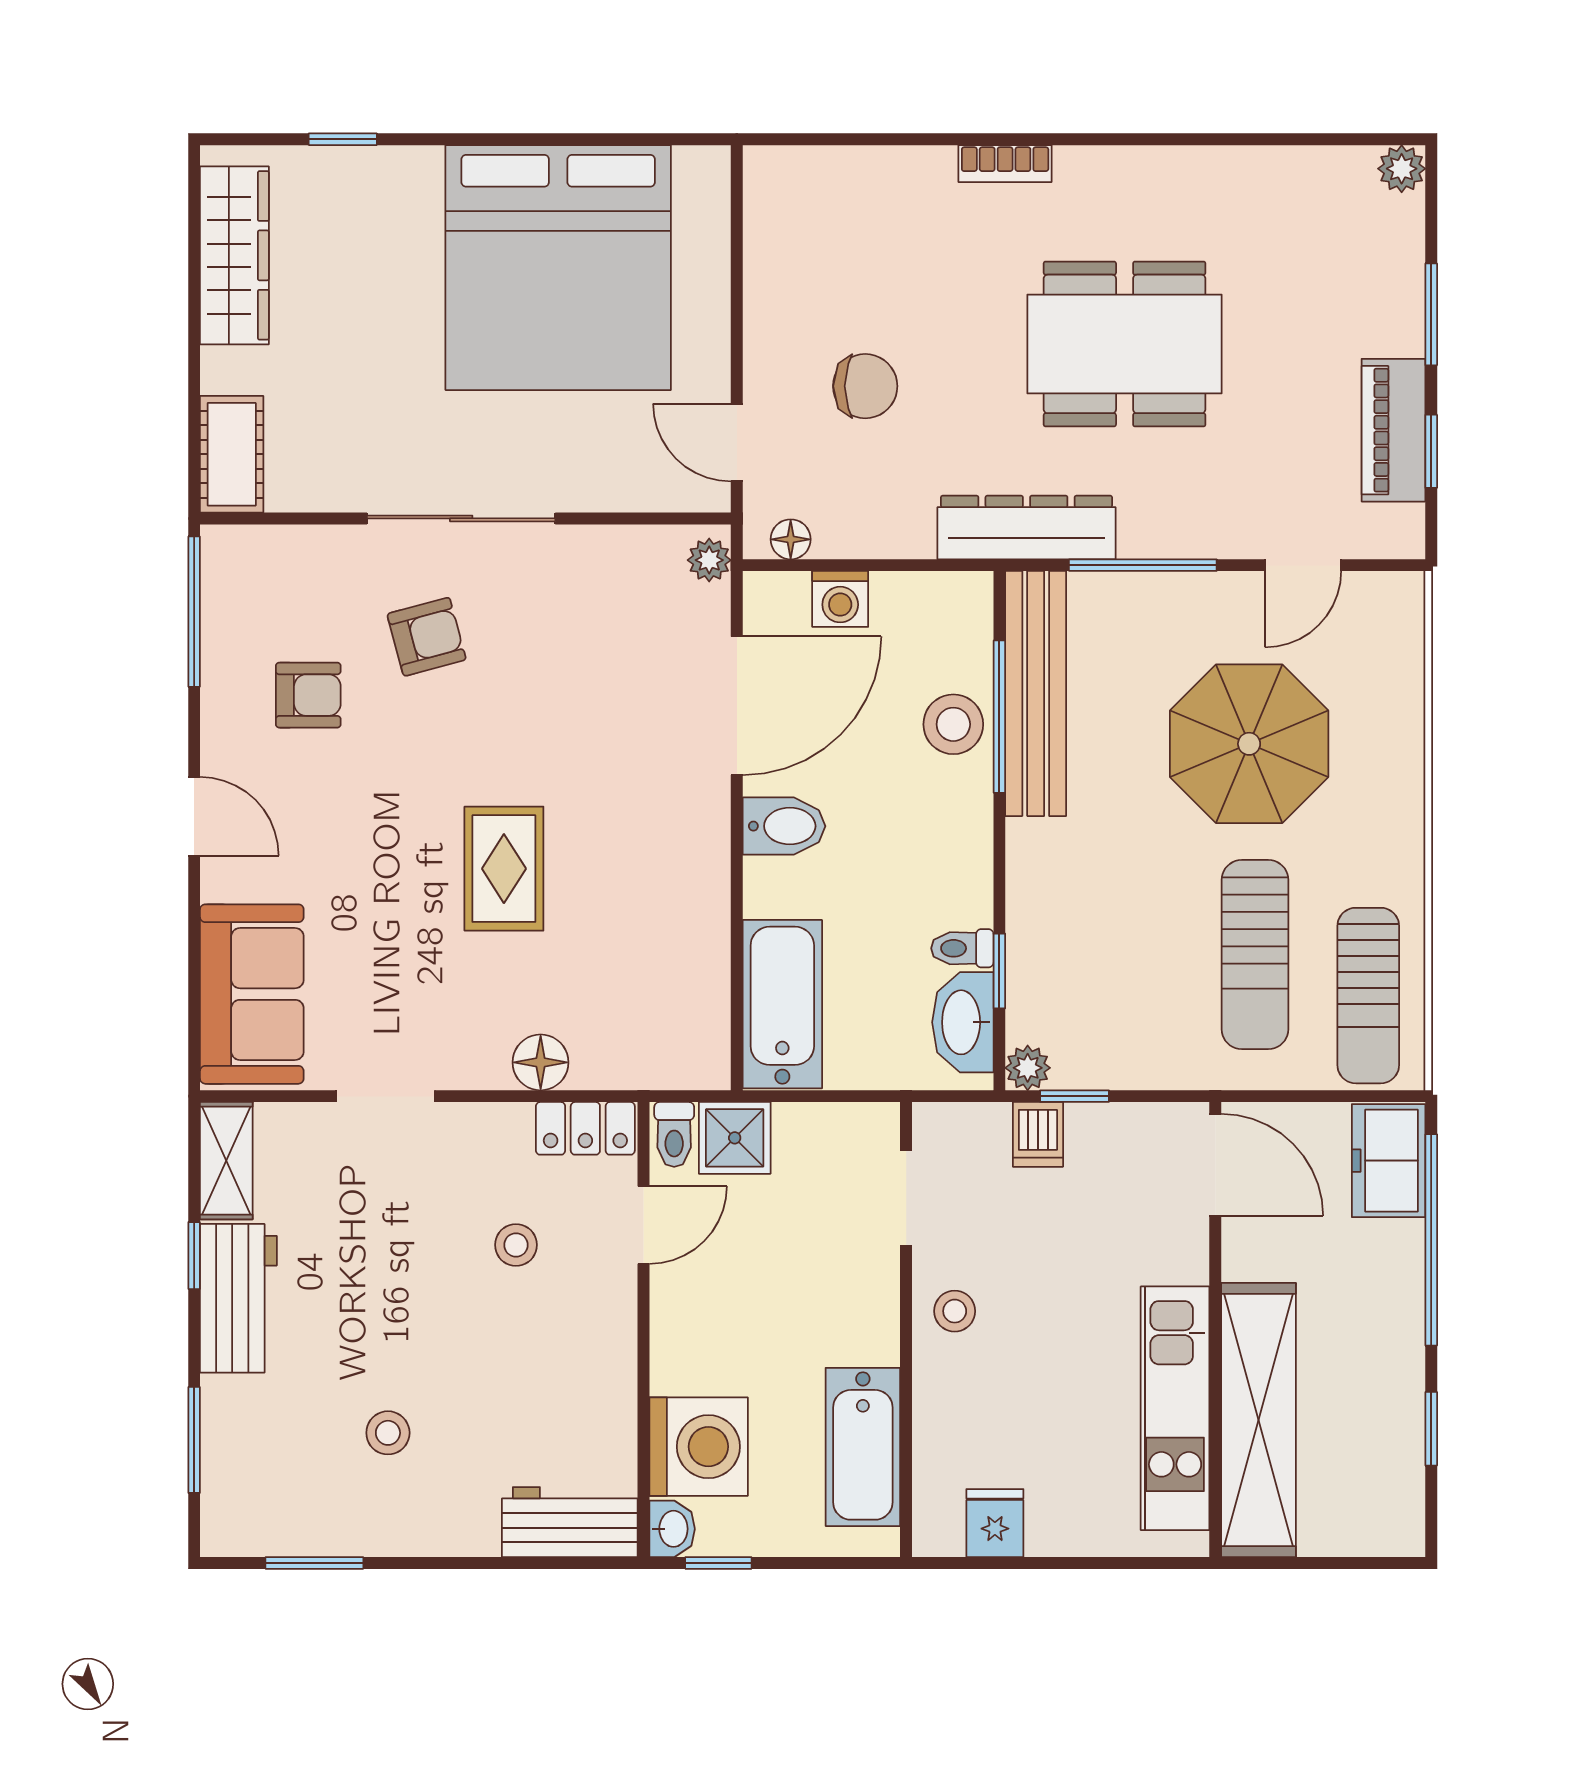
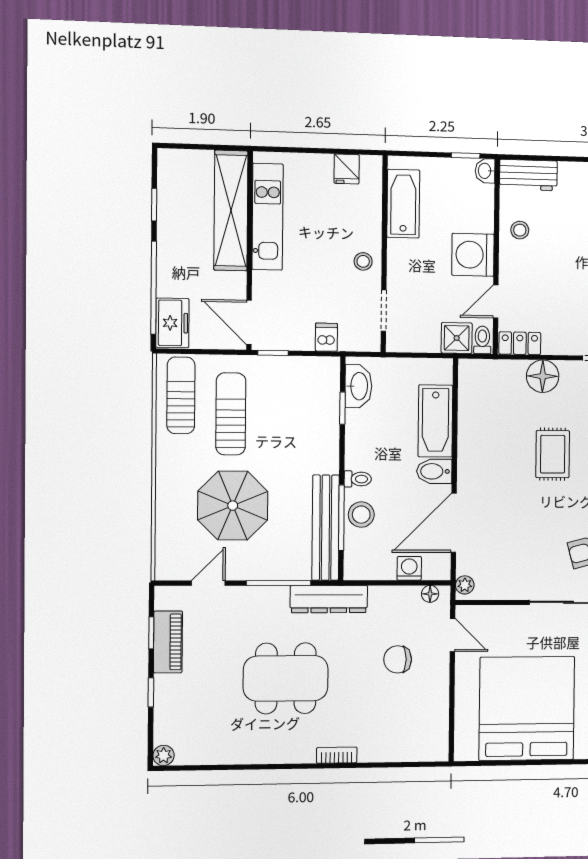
window: (1431, 314) -> (151, 692), width x0.67
toilet: (962, 948) -> (358, 479), moved
bathtub: (782, 1004) -> (435, 421), moved
floor lamp: (541, 1062) -> (543, 376), width x1.38, depth x1.38
plant: (1028, 1068) -> (331, 366), removed
window: (1075, 1096) -> (273, 353), moved
stool: (516, 1245) -> (520, 230), moved
washing machine: (699, 1447) -> (473, 255), moved

